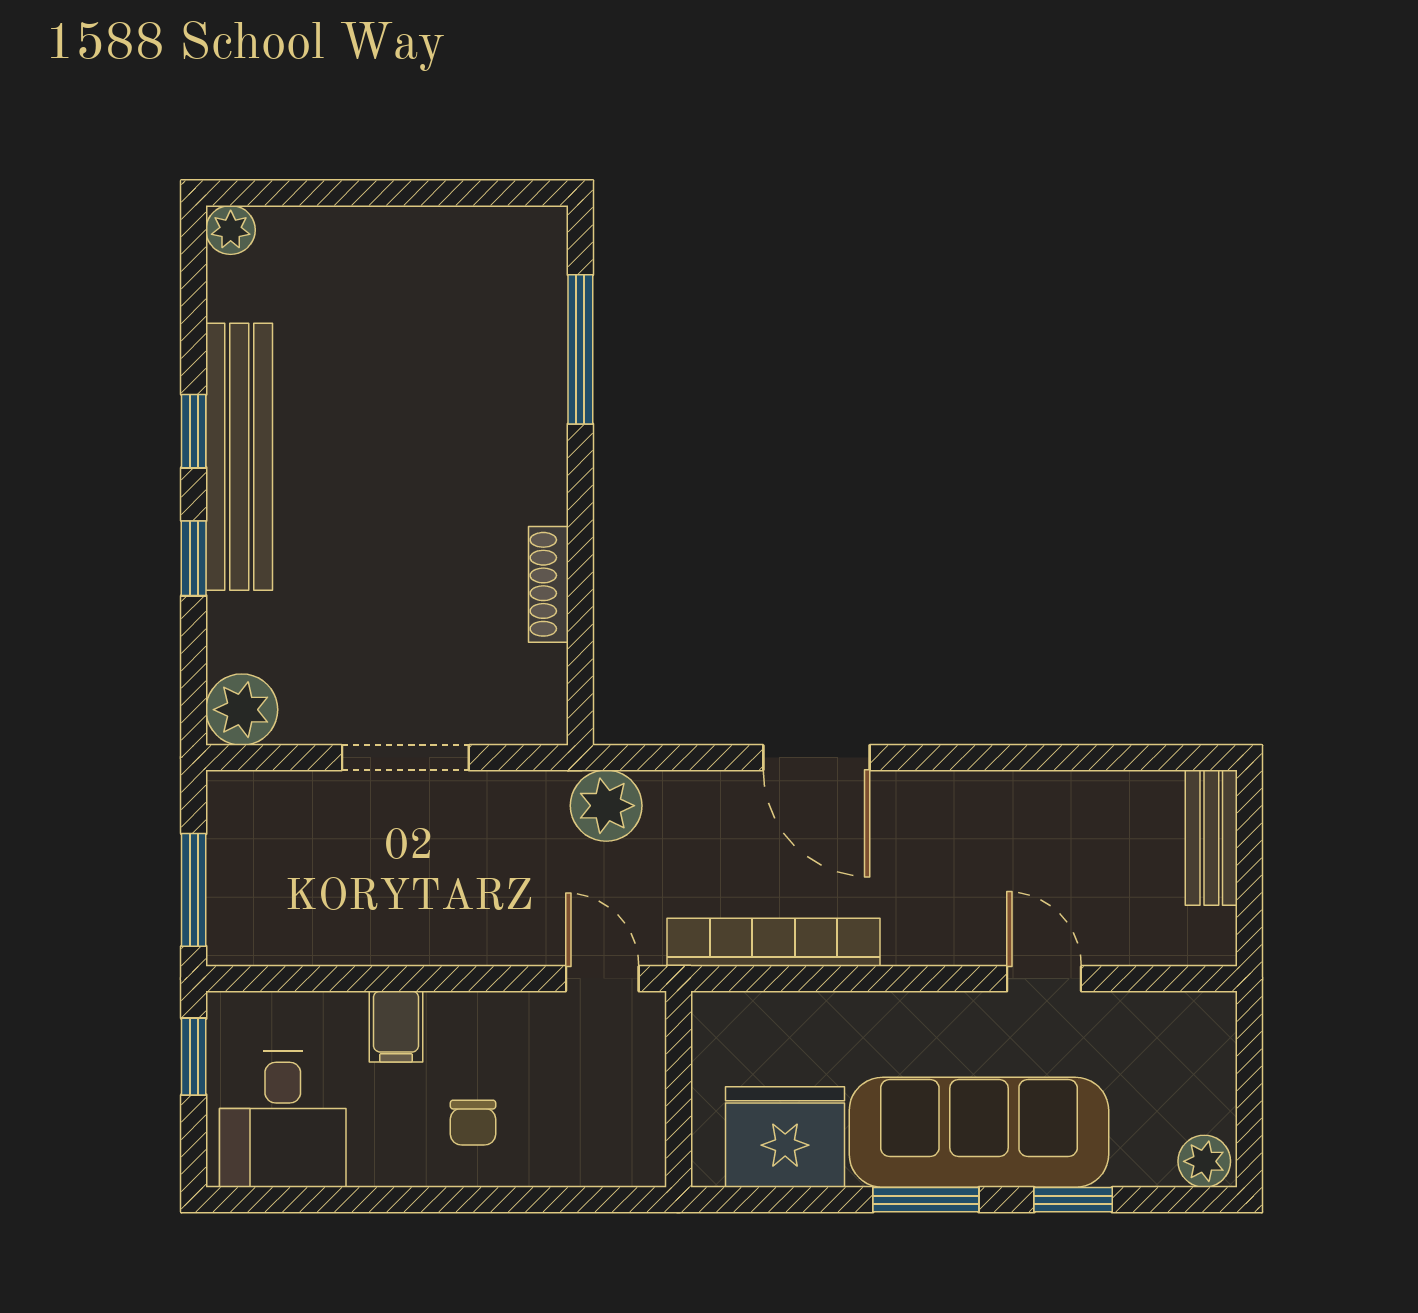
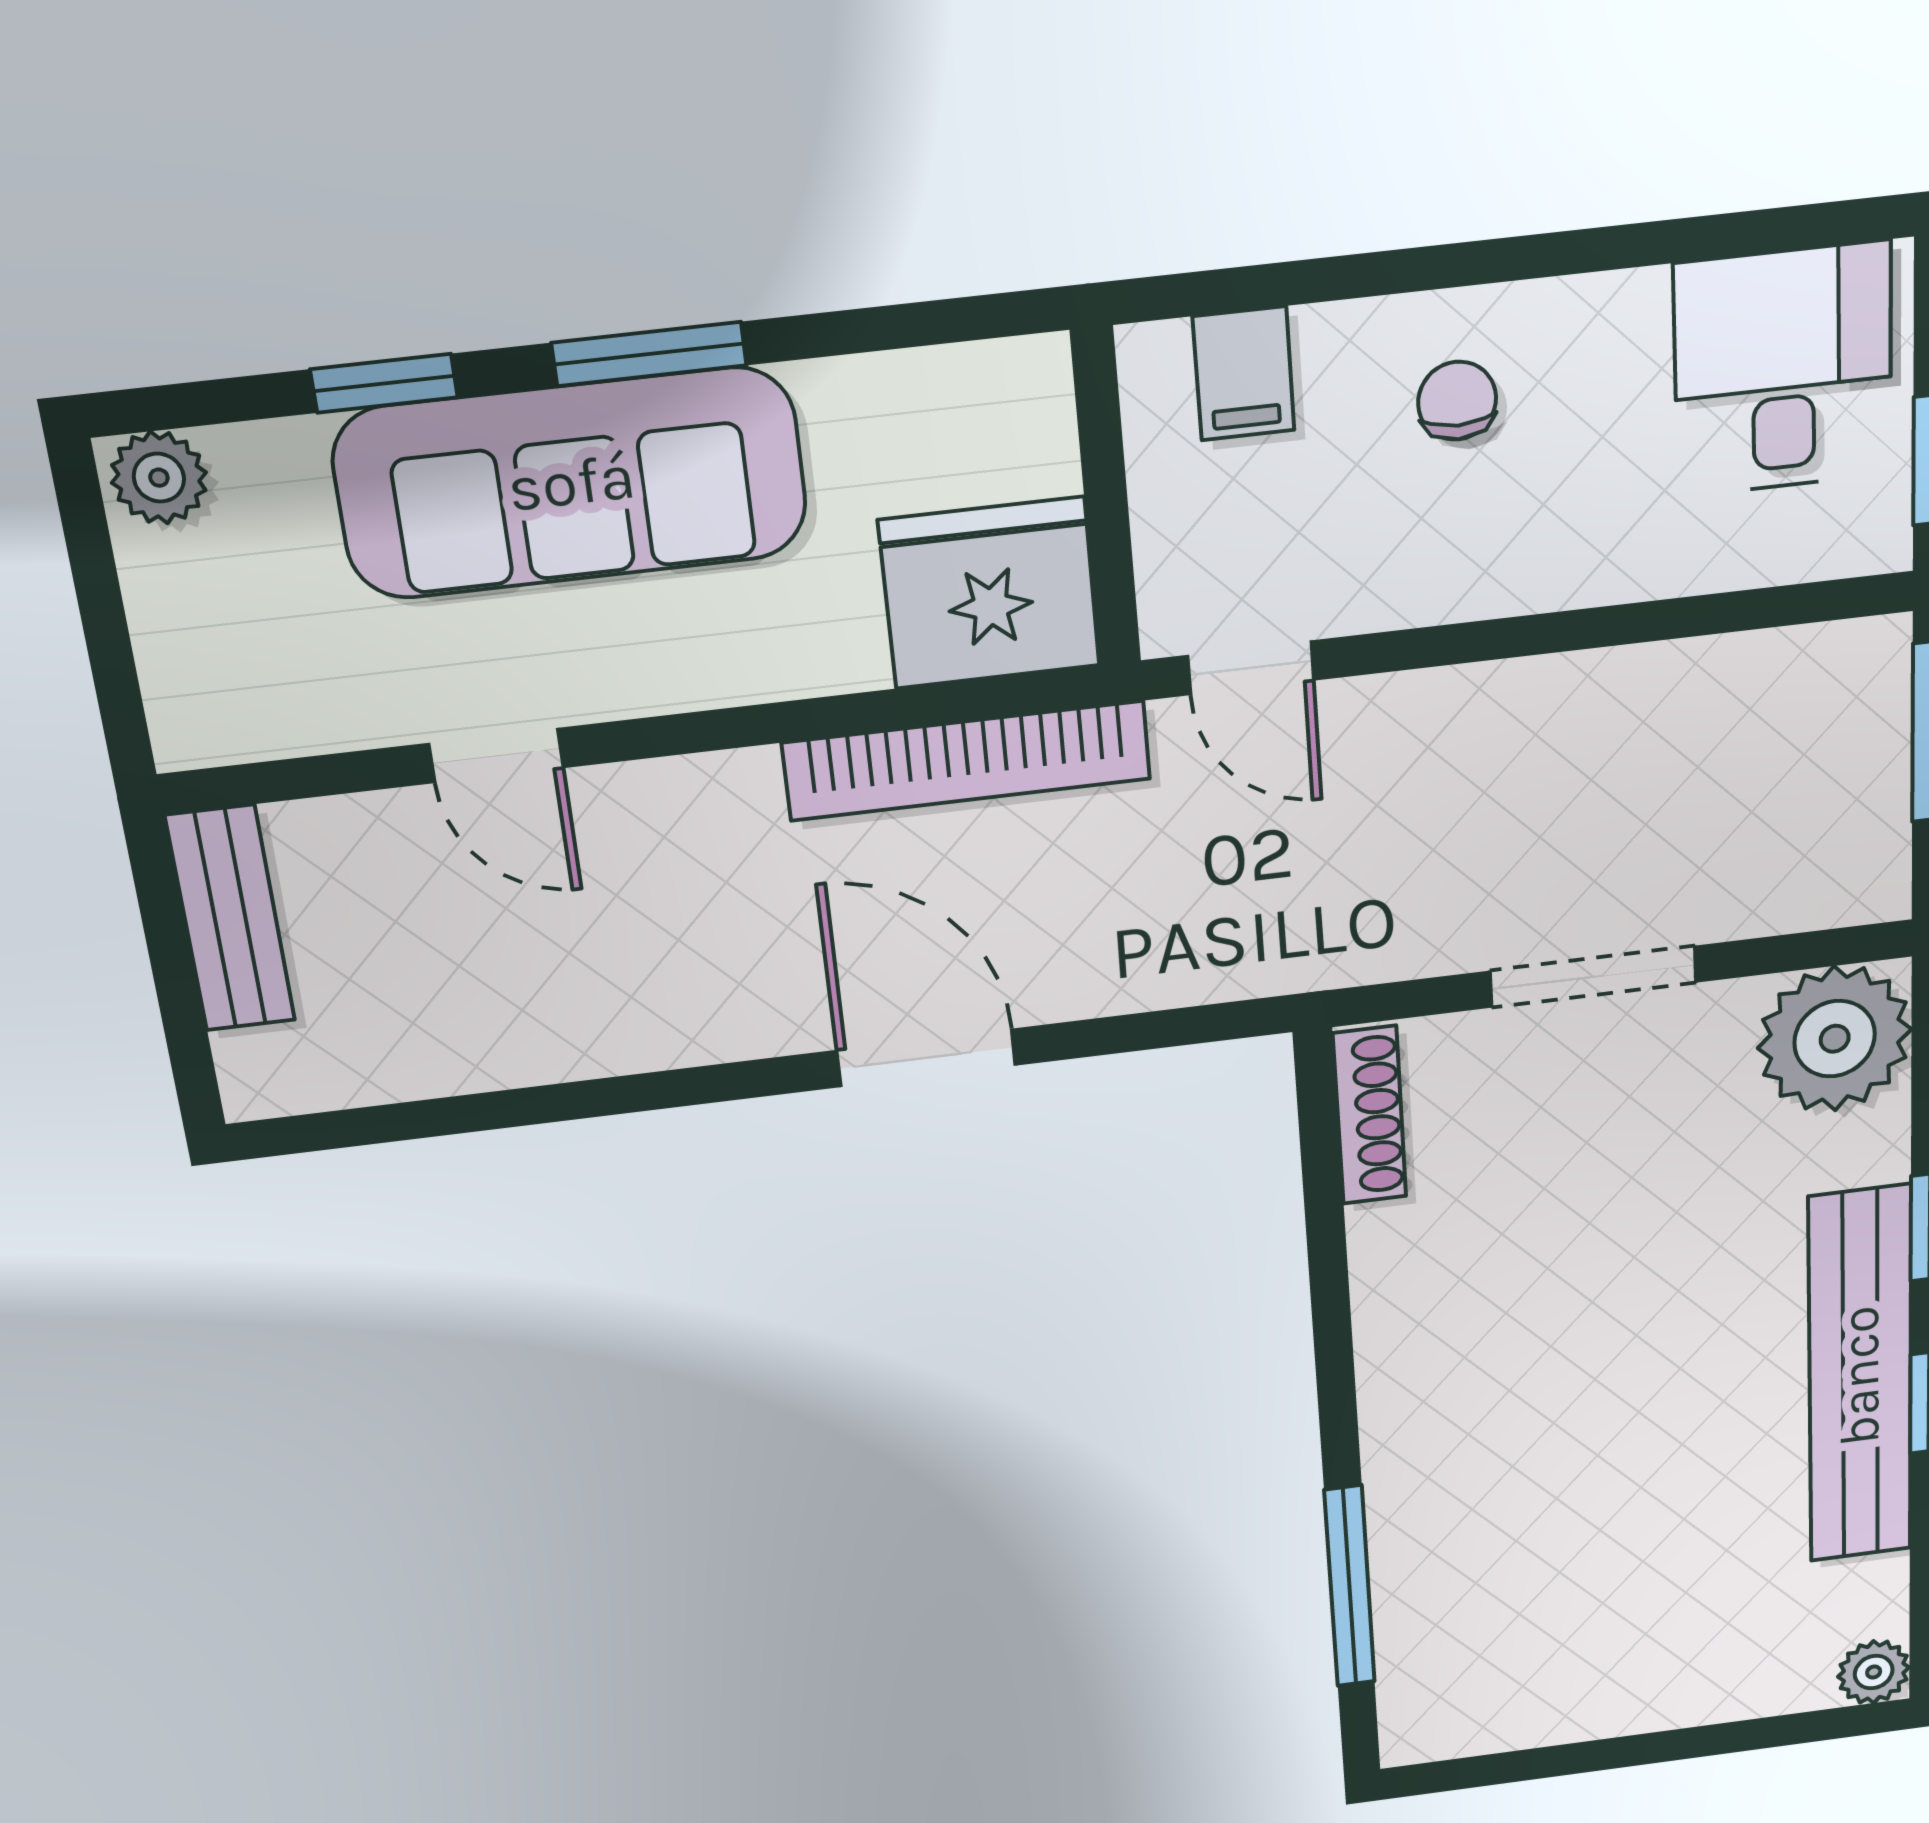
shoe rack: (548, 584) -> (1370, 1115), moved
plant: (242, 710) -> (1835, 1039), width x1.36, depth x1.36
plant: (606, 806) -> (1264, 943), removed
bench: (1211, 838) -> (230, 918), moved
filing cabinet: (396, 1027) -> (1244, 374), moved, turned 180
fridge: (785, 1137) -> (990, 593), moved, turned 180

